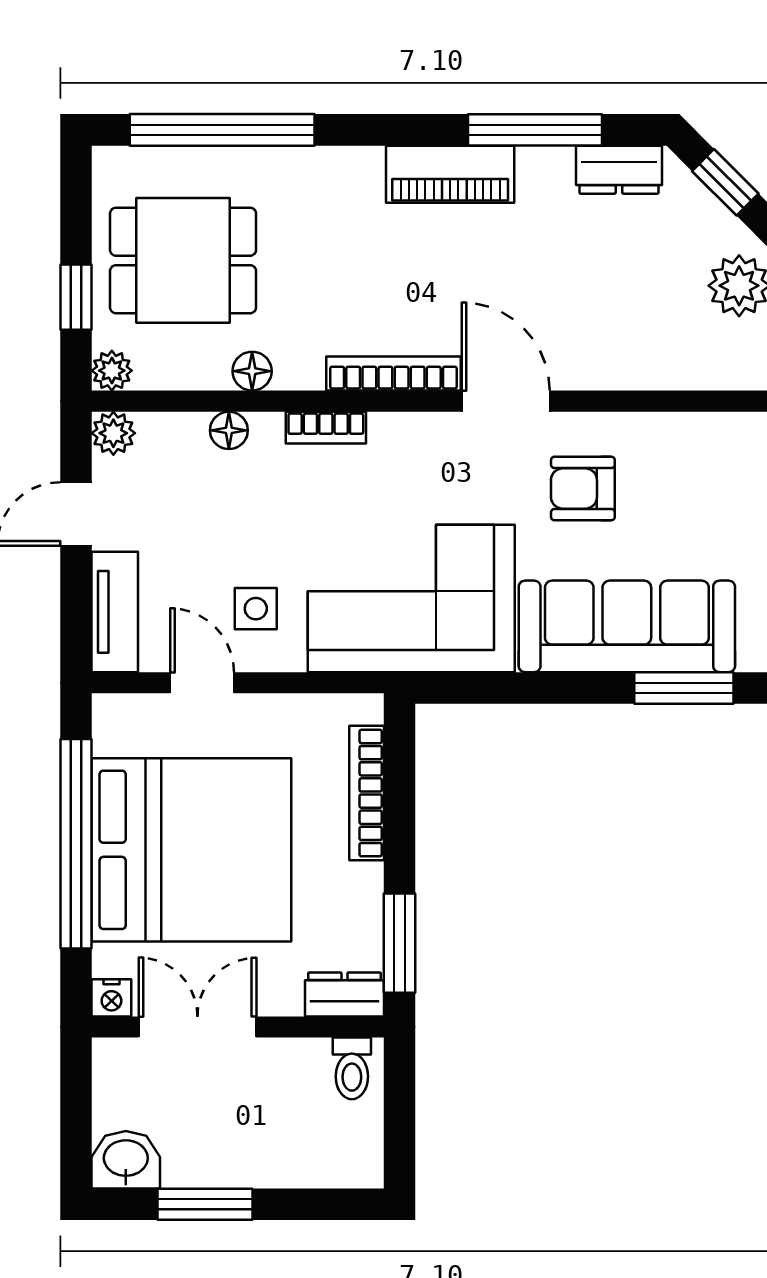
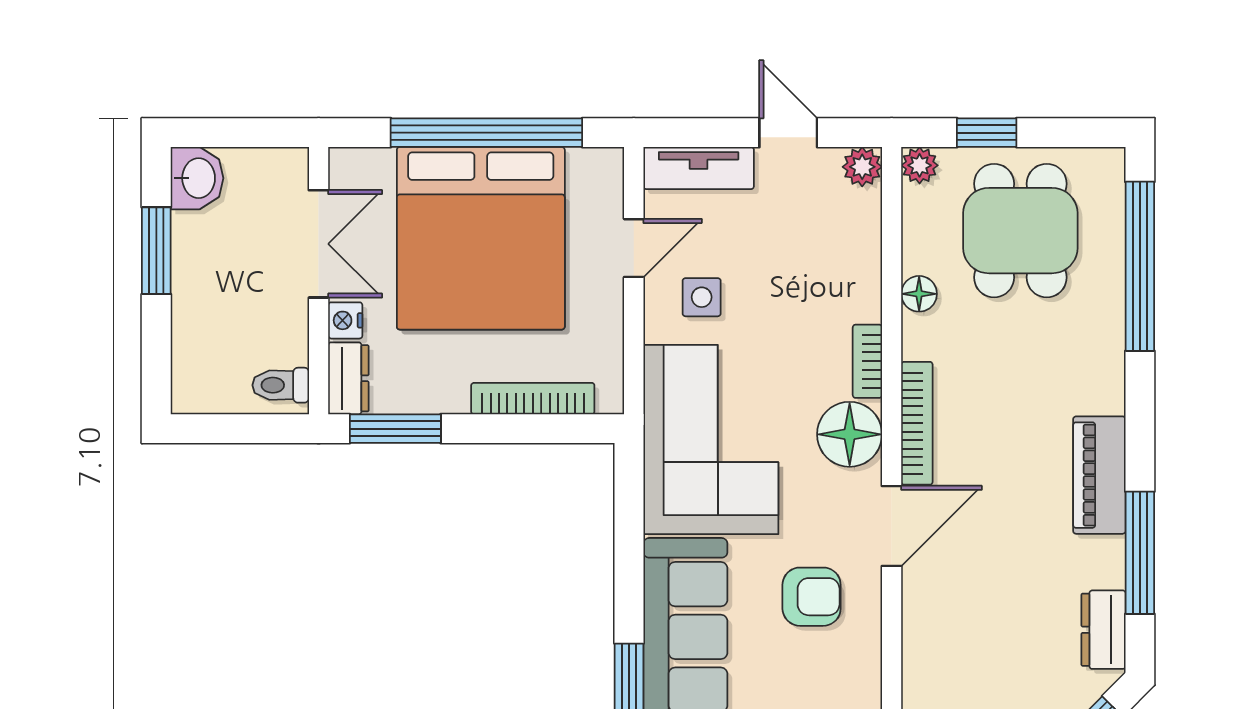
floor lamp: (229, 430) -> (850, 434), moved, width x1.89, depth x1.89
armchair: (583, 489) -> (812, 597), turned 90
nightstand: (111, 998) -> (345, 320), moved

